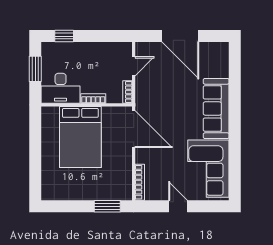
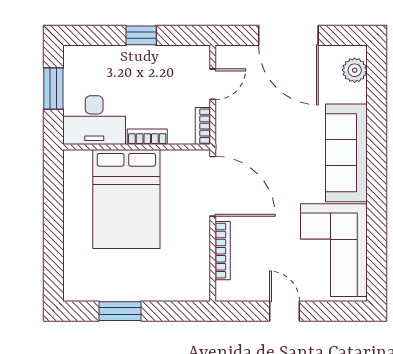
window: (64, 36) -> (141, 35), moved
plant: (221, 58) -> (355, 70), added
bookcase: (140, 182) -> (223, 251), moved
window: (107, 206) -> (120, 311), moved

